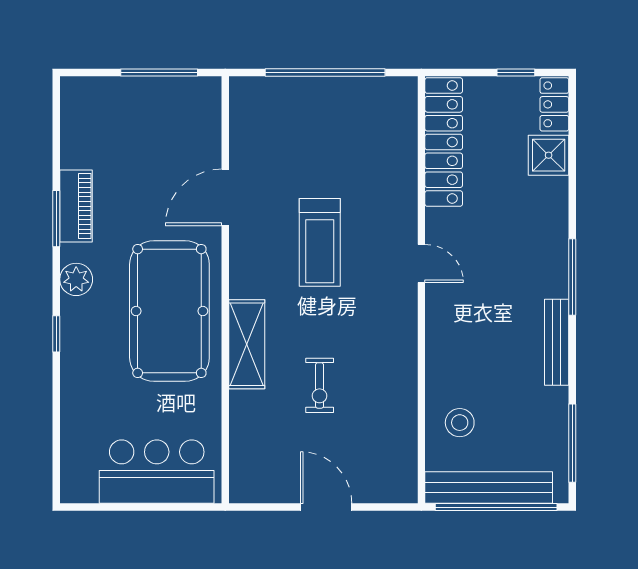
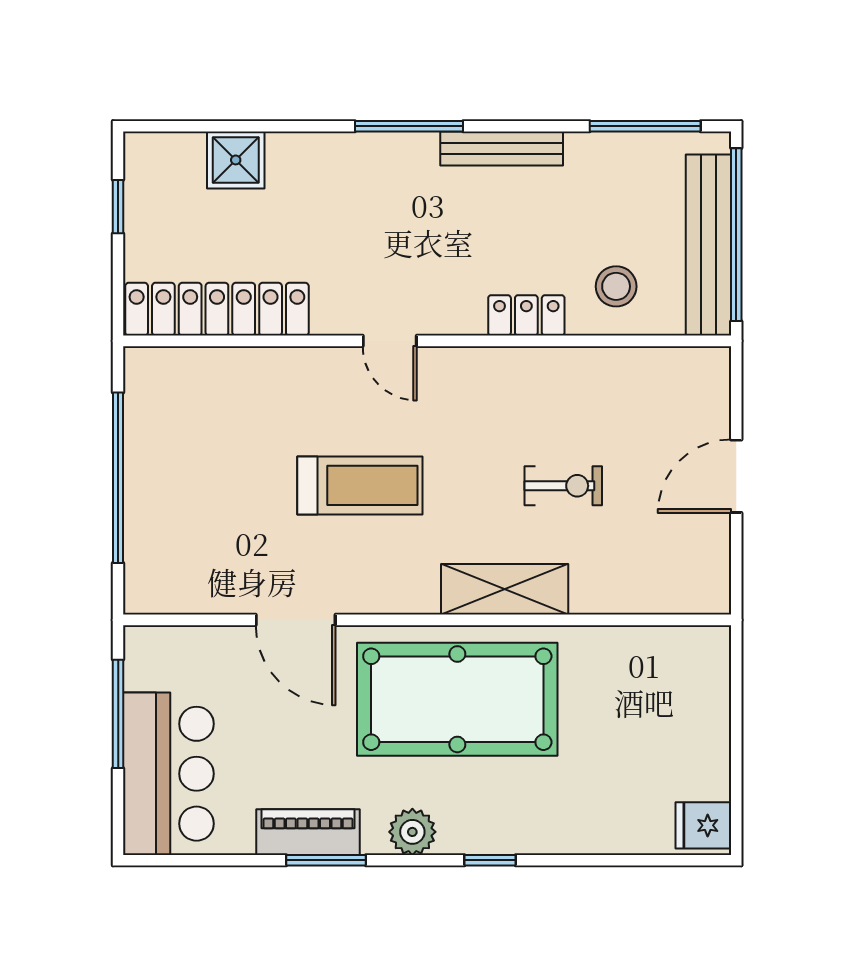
locker: (554, 104) -> (526, 315), moved, turned 180
door: (421, 263) -> (390, 341), swing flipped
bar counter: (157, 472) -> (168, 774), moved, turned 180
fridge: (81, 484) -> (703, 825), added

